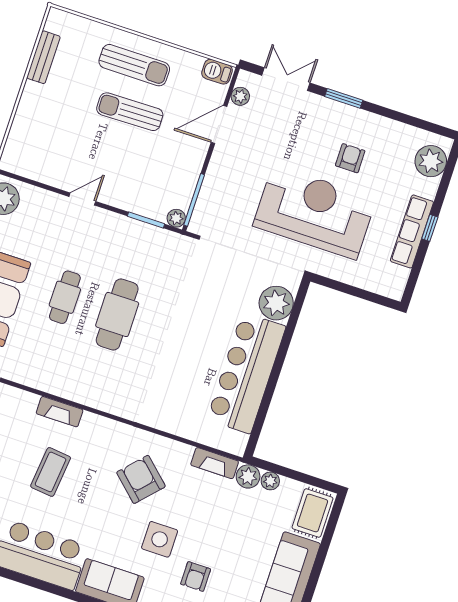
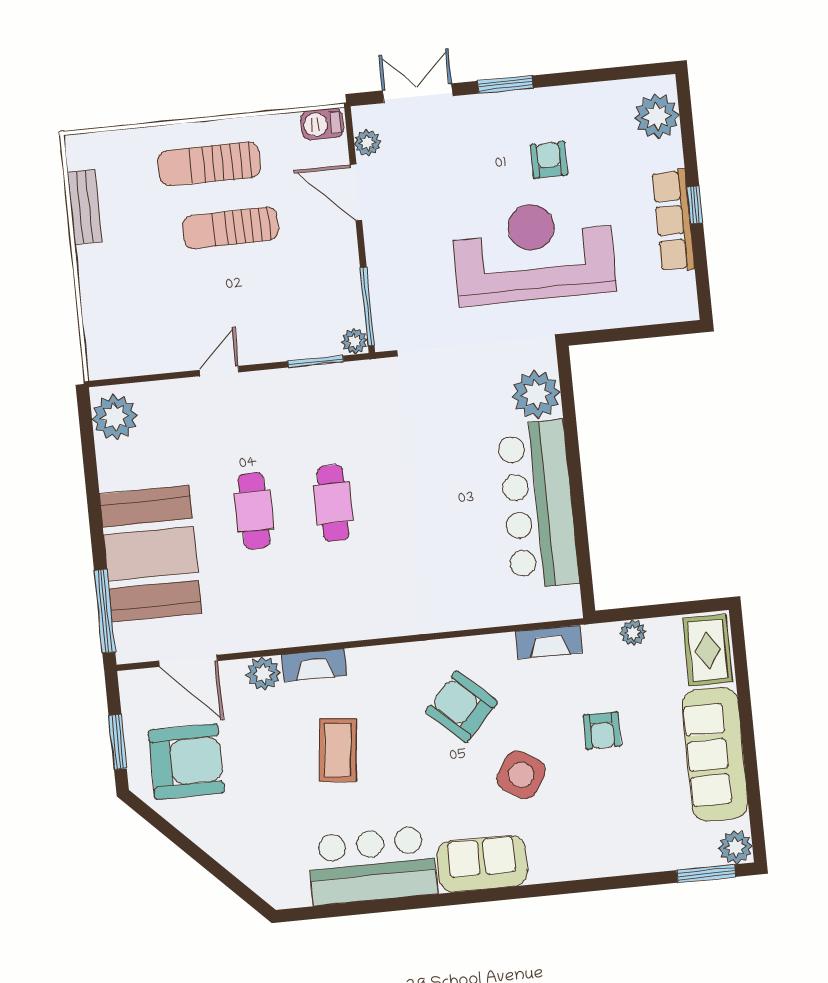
sun lounger: (134, 65) -> (209, 164), turned 180
door: (219, 124) -> (356, 192), hinge flipped
cafe table: (117, 314) -> (333, 503), width x0.73, depth x0.74
plant: (248, 476) -> (264, 674), moved
side table: (160, 539) -> (521, 775), turned 32
armchair: (196, 577) -> (602, 731), moved

